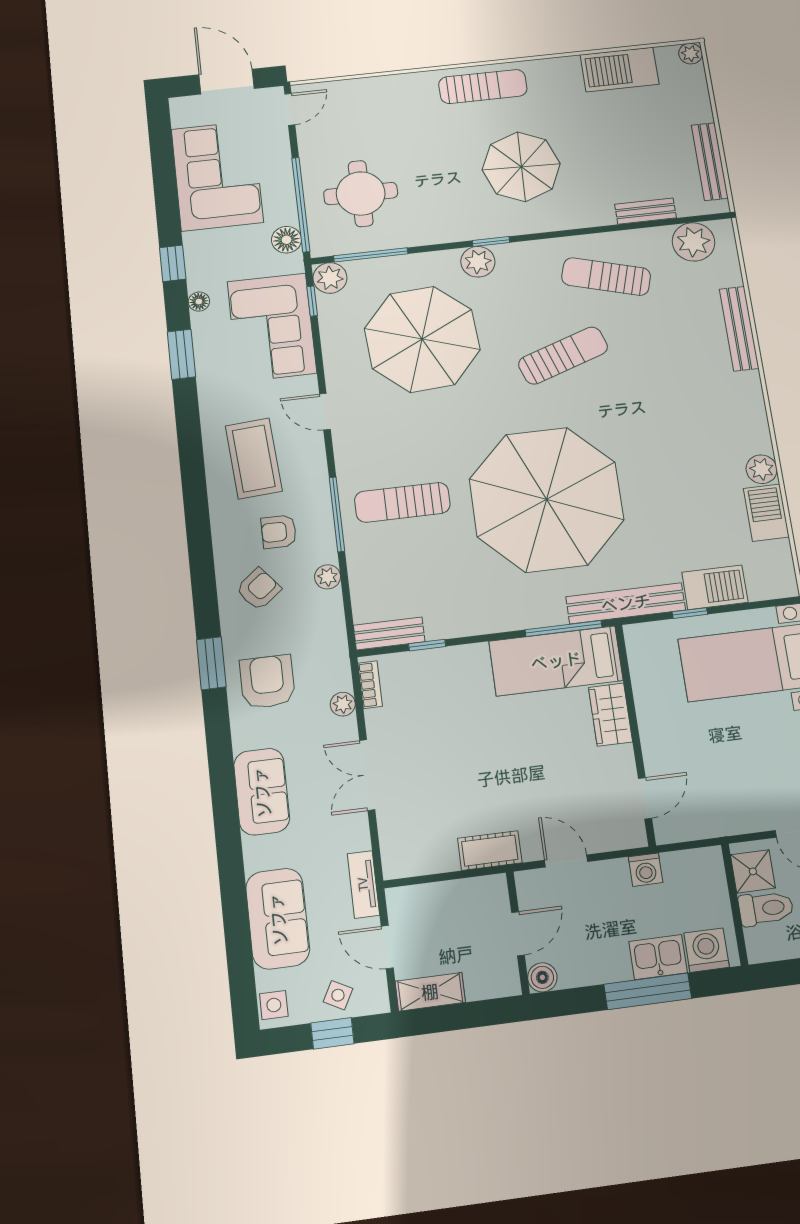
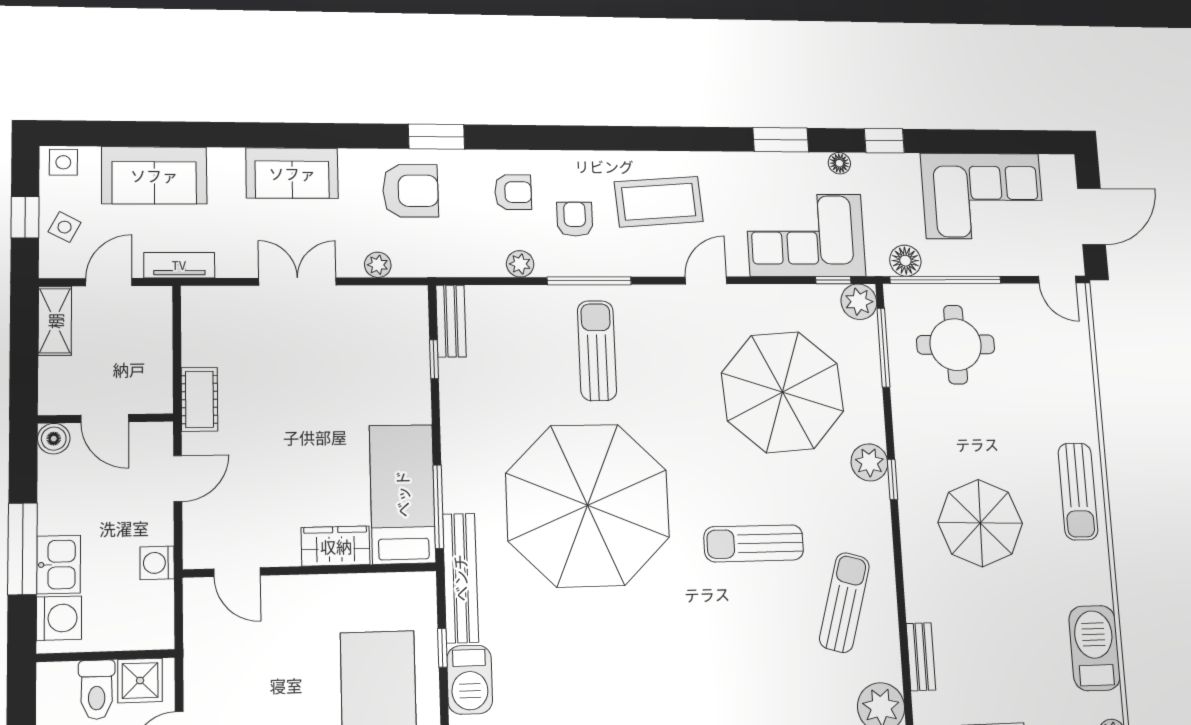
sun lounger: (563, 356) -> (754, 543), turned 109
armchair: (259, 589) -> (513, 192), turned -51
bookcase: (370, 685) -> (396, 295), removed

